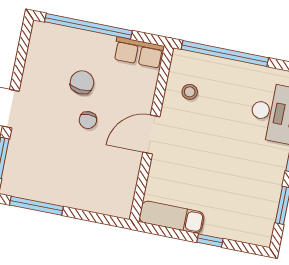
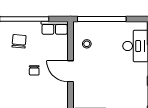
chair: (82, 82) -> (19, 41), moved
door: (151, 134) -> (71, 71), hinge flipped

